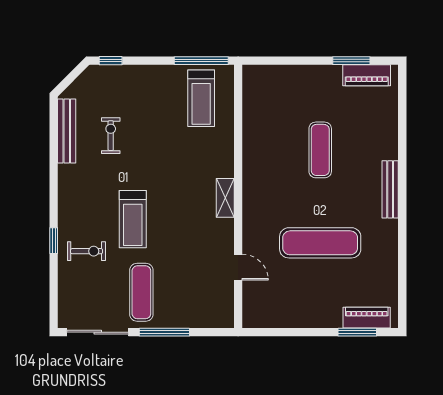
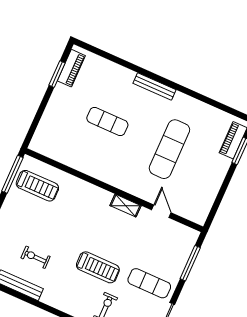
shelving: (225, 198) -> (126, 206), moved
door: (238, 267) -> (161, 211), hinge flipped
window: (164, 332) -> (190, 263), moved

